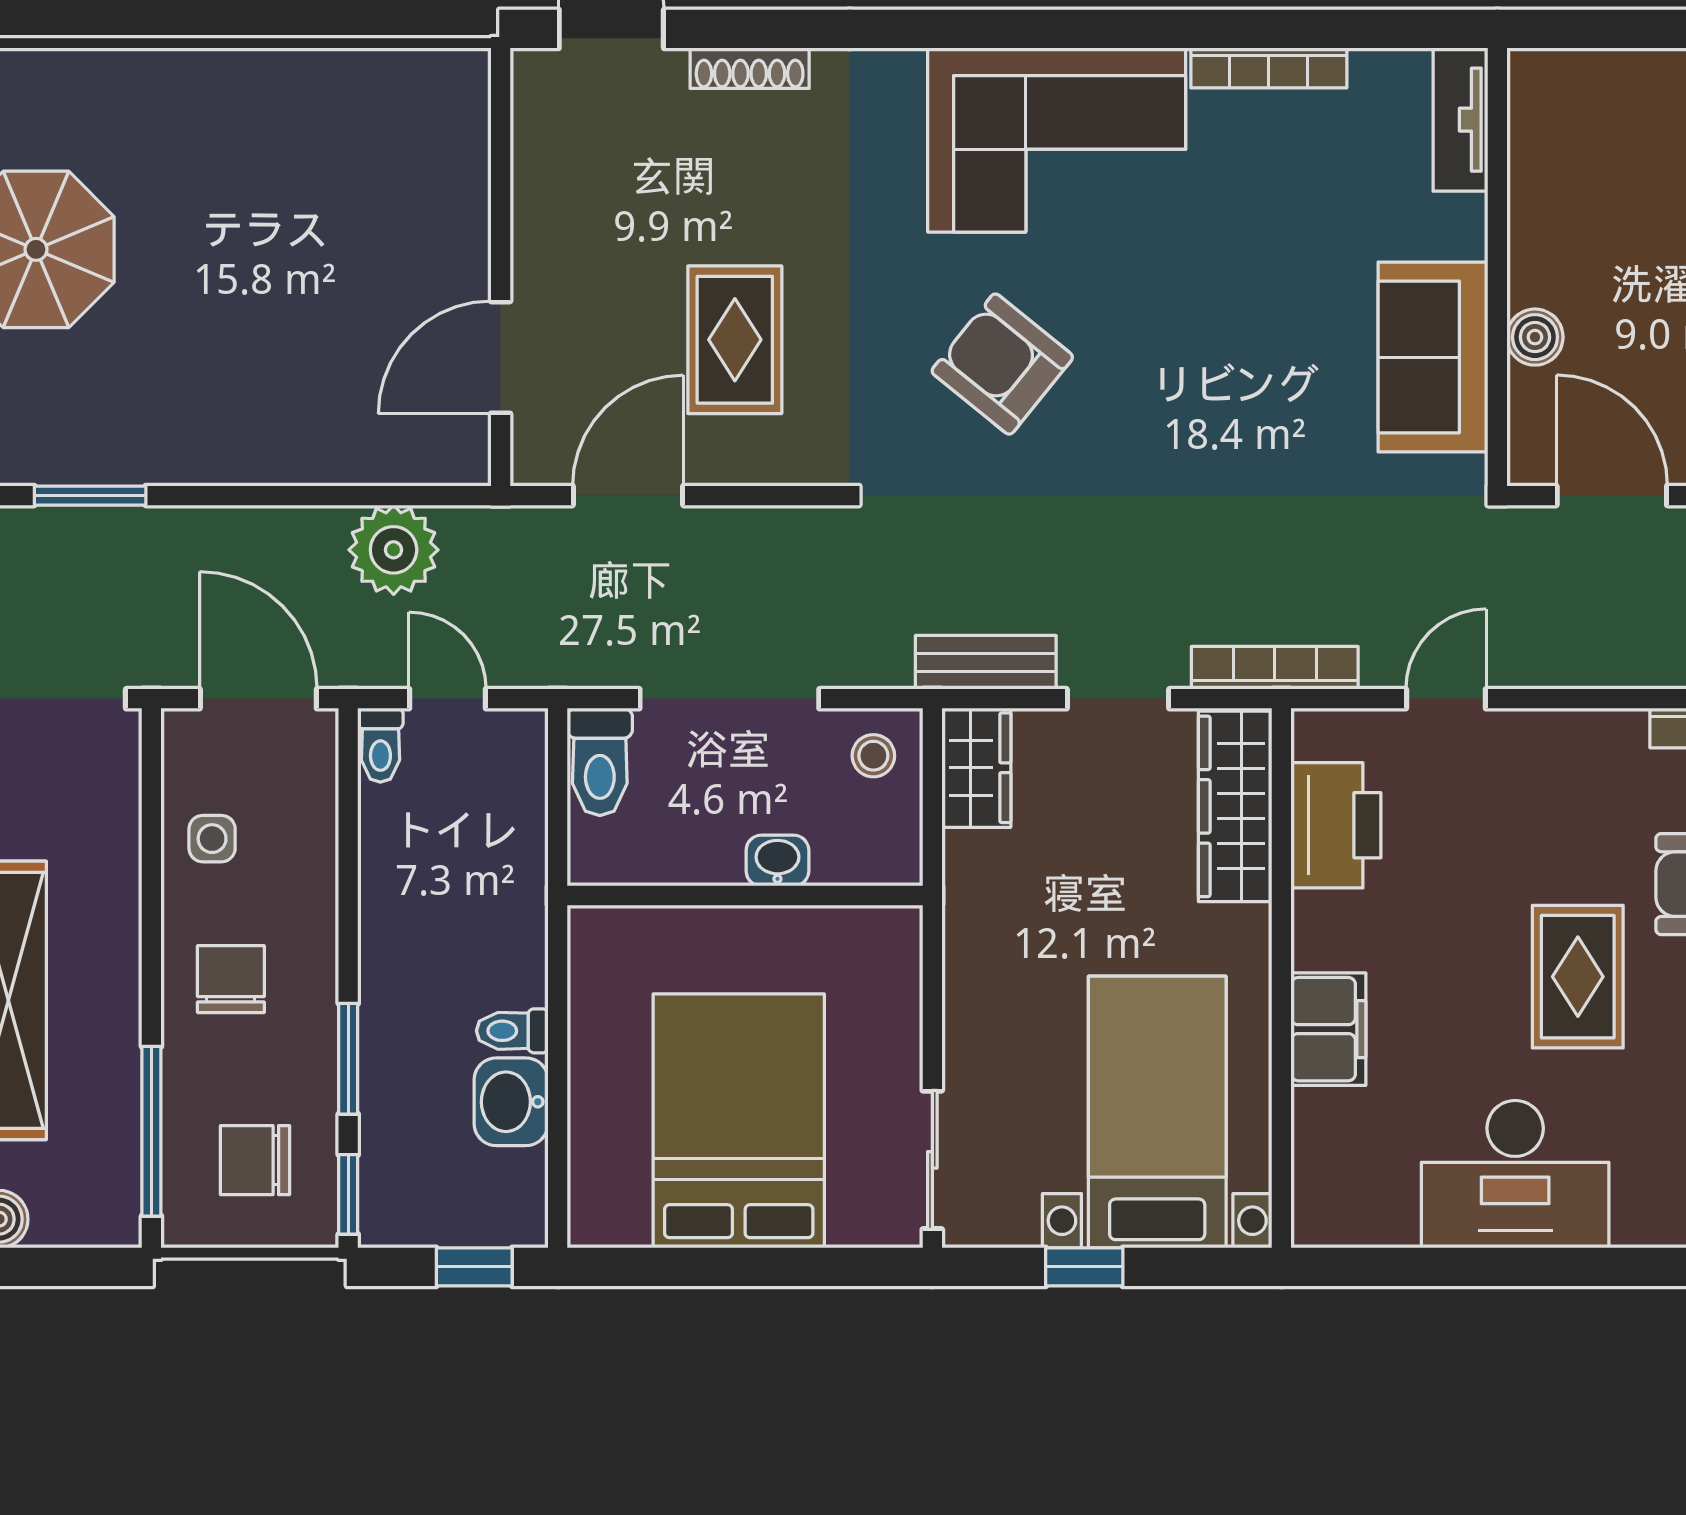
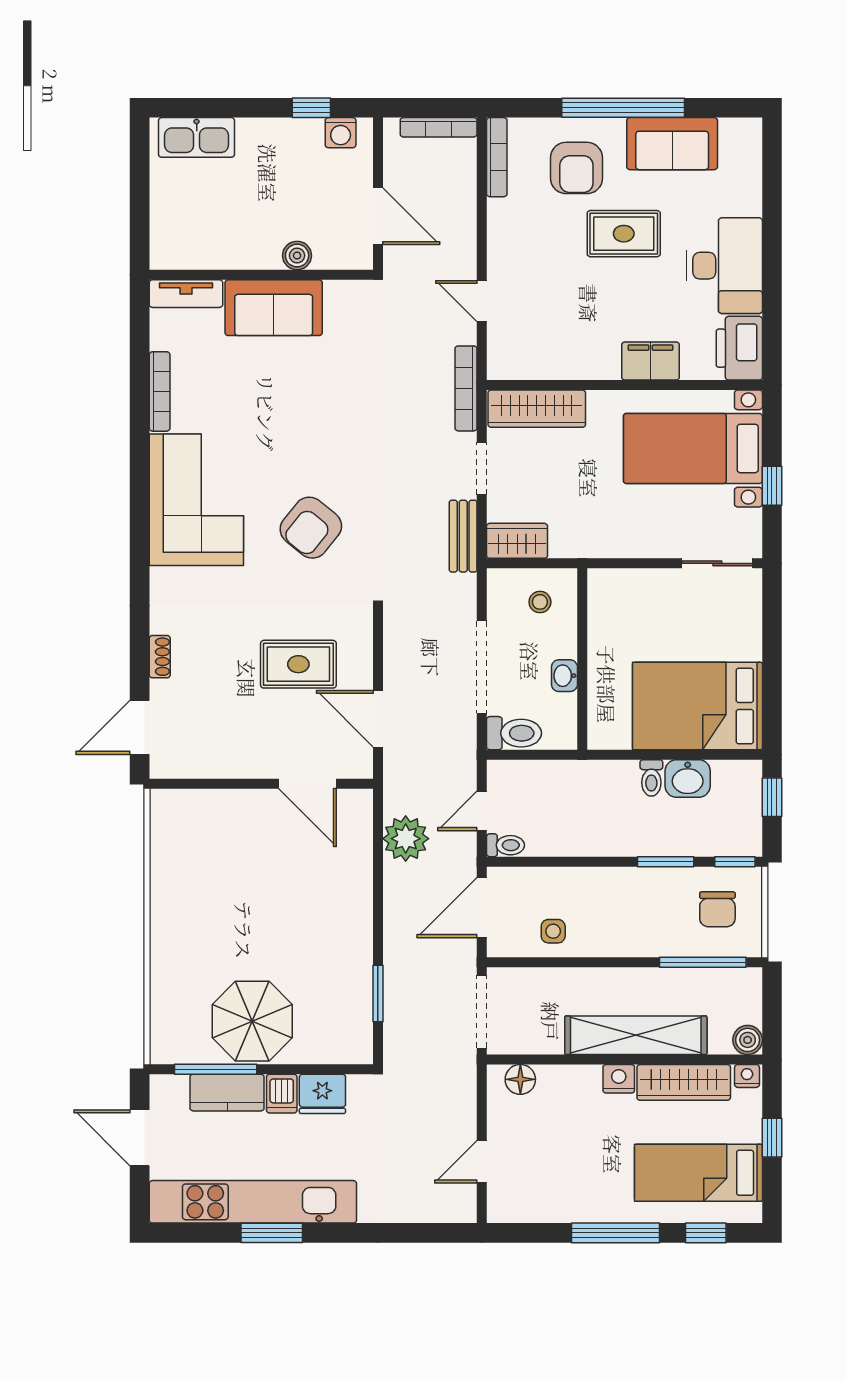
shoe rack: (750, 68) -> (160, 657), width x0.70
sofa: (1433, 357) -> (274, 308), moved
door: (1612, 496) -> (378, 216), swing flipped
stool: (873, 756) -> (540, 602), moved
printer: (1336, 825) -> (739, 348), moved, turned -90
washbasin: (777, 861) -> (564, 676), moved
chair: (231, 979) -> (625, 922), removed
bed: (739, 1121) -> (697, 706), moved

